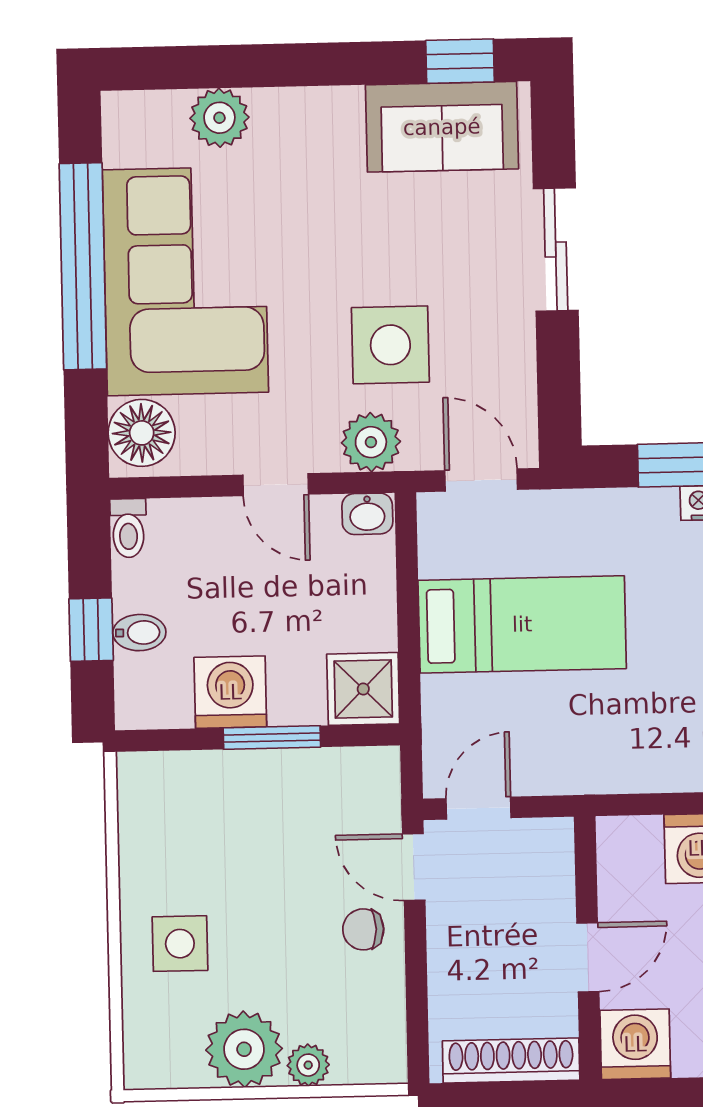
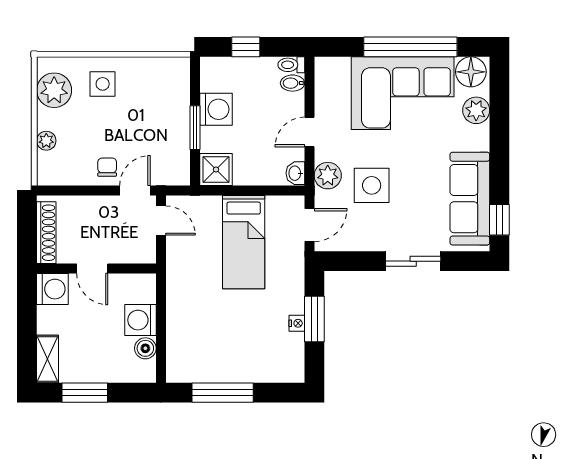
sofa: (442, 127) -> (470, 199), width x1.36
floor lamp: (142, 433) -> (471, 72), moved
bidet: (139, 633) -> (293, 83), moved, turned 90
plant: (244, 1049) -> (54, 90), moved

